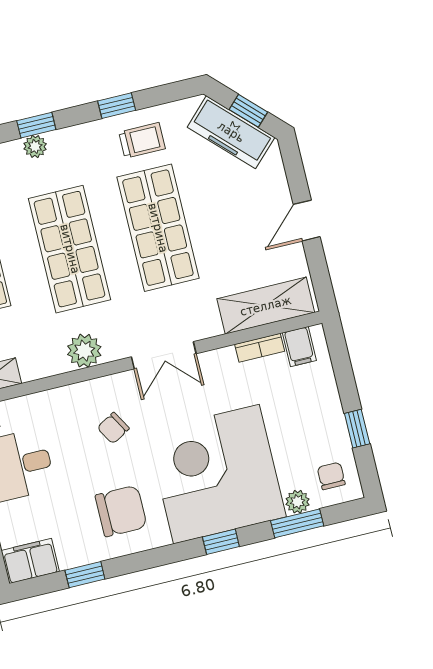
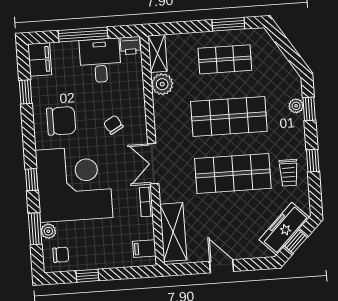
bookcase: (260, 348) -> (146, 202), moved
plant: (84, 351) -> (162, 84), moved
chair: (121, 511) -> (61, 121), turned -90

